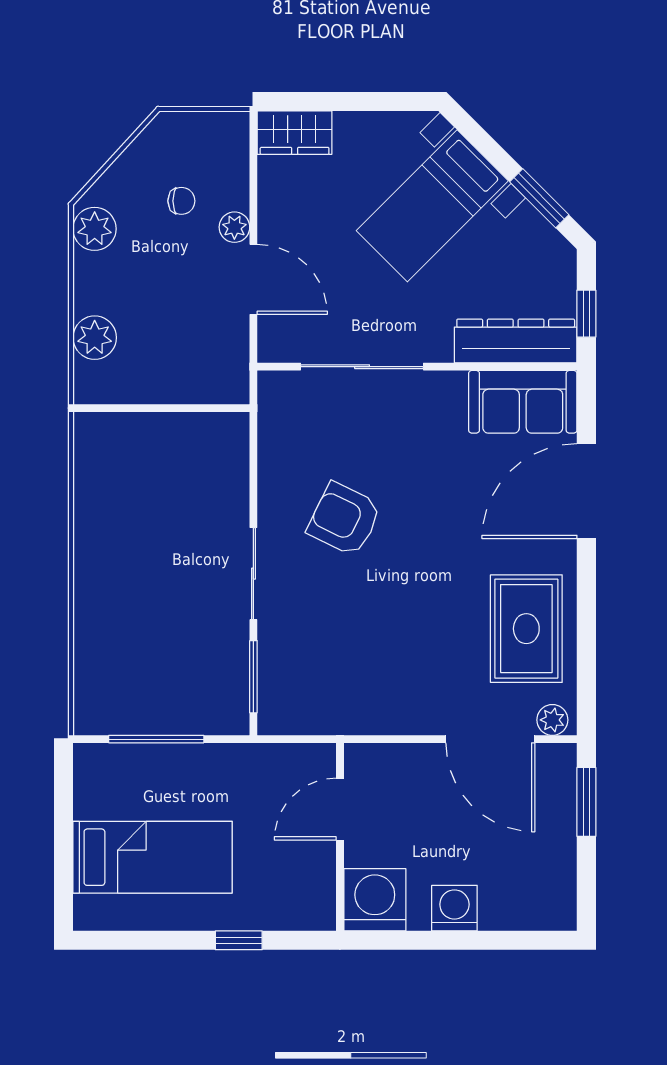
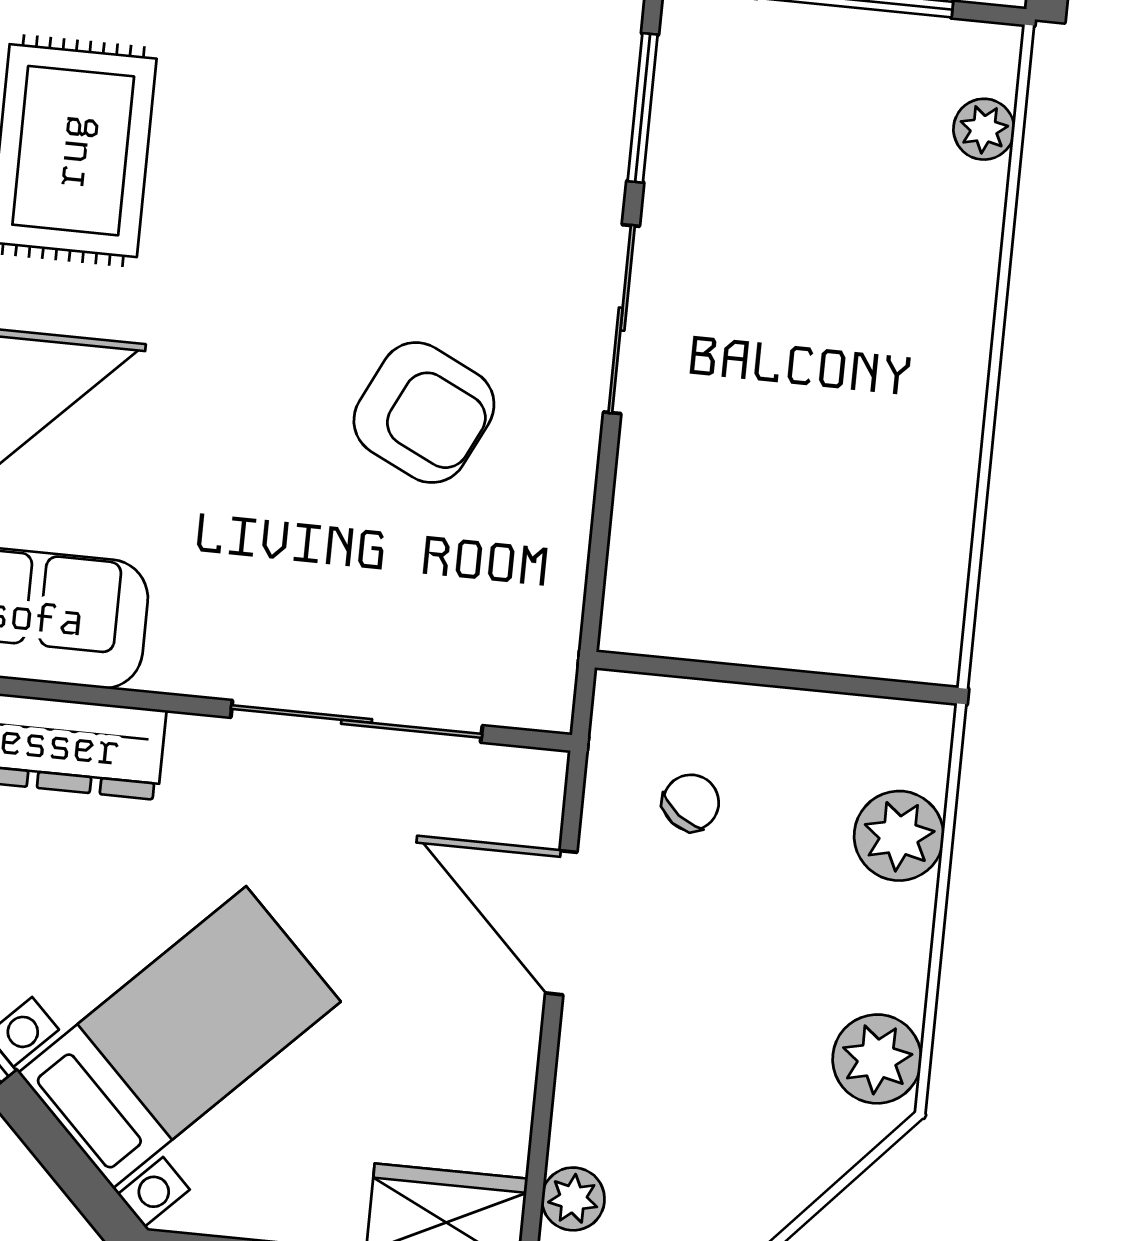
chair: (181, 201) -> (691, 803), moved, turned 127
plant: (234, 227) -> (573, 1199), moved
plant: (88, 683) -> (984, 129), added

